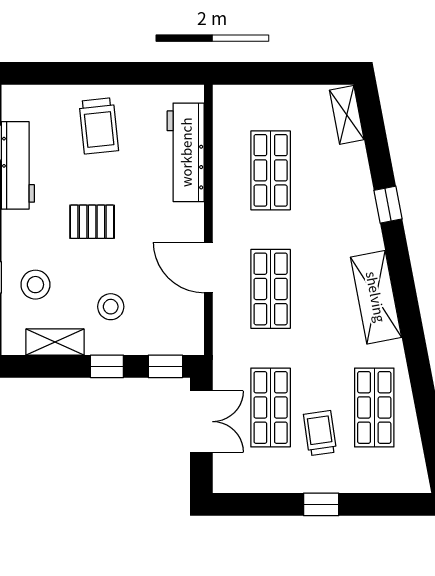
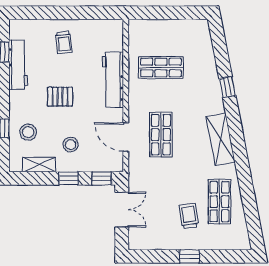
shelving: (347, 115) -> (204, 36), removed
trolley: (99, 126) -> (64, 42), width x0.73, depth x0.72
workbench: (186, 152) -> (113, 80), moved
shop shelf: (271, 170) -> (161, 68), turned 90
door: (208, 267) -> (126, 137), moved
shop shelf: (271, 407) -> (161, 202), removed

